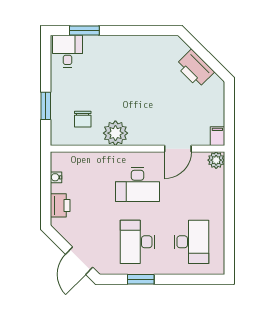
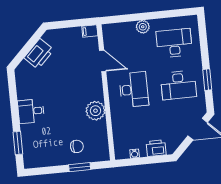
desk: (67, 51) -> (31, 111), moved
chair: (83, 119) -> (77, 146), moved
plant: (216, 160) -> (143, 27), moved

